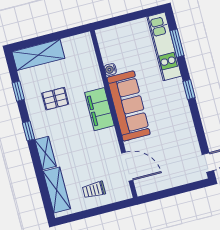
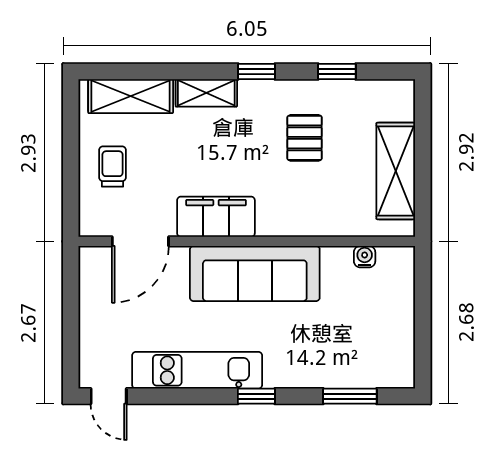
kitchen unit: (164, 46) -> (197, 370), moved
shelving: (38, 55) -> (396, 171), moved
water cooler: (110, 69) -> (365, 257), moved
filing cabinet: (99, 109) -> (216, 217), moved

